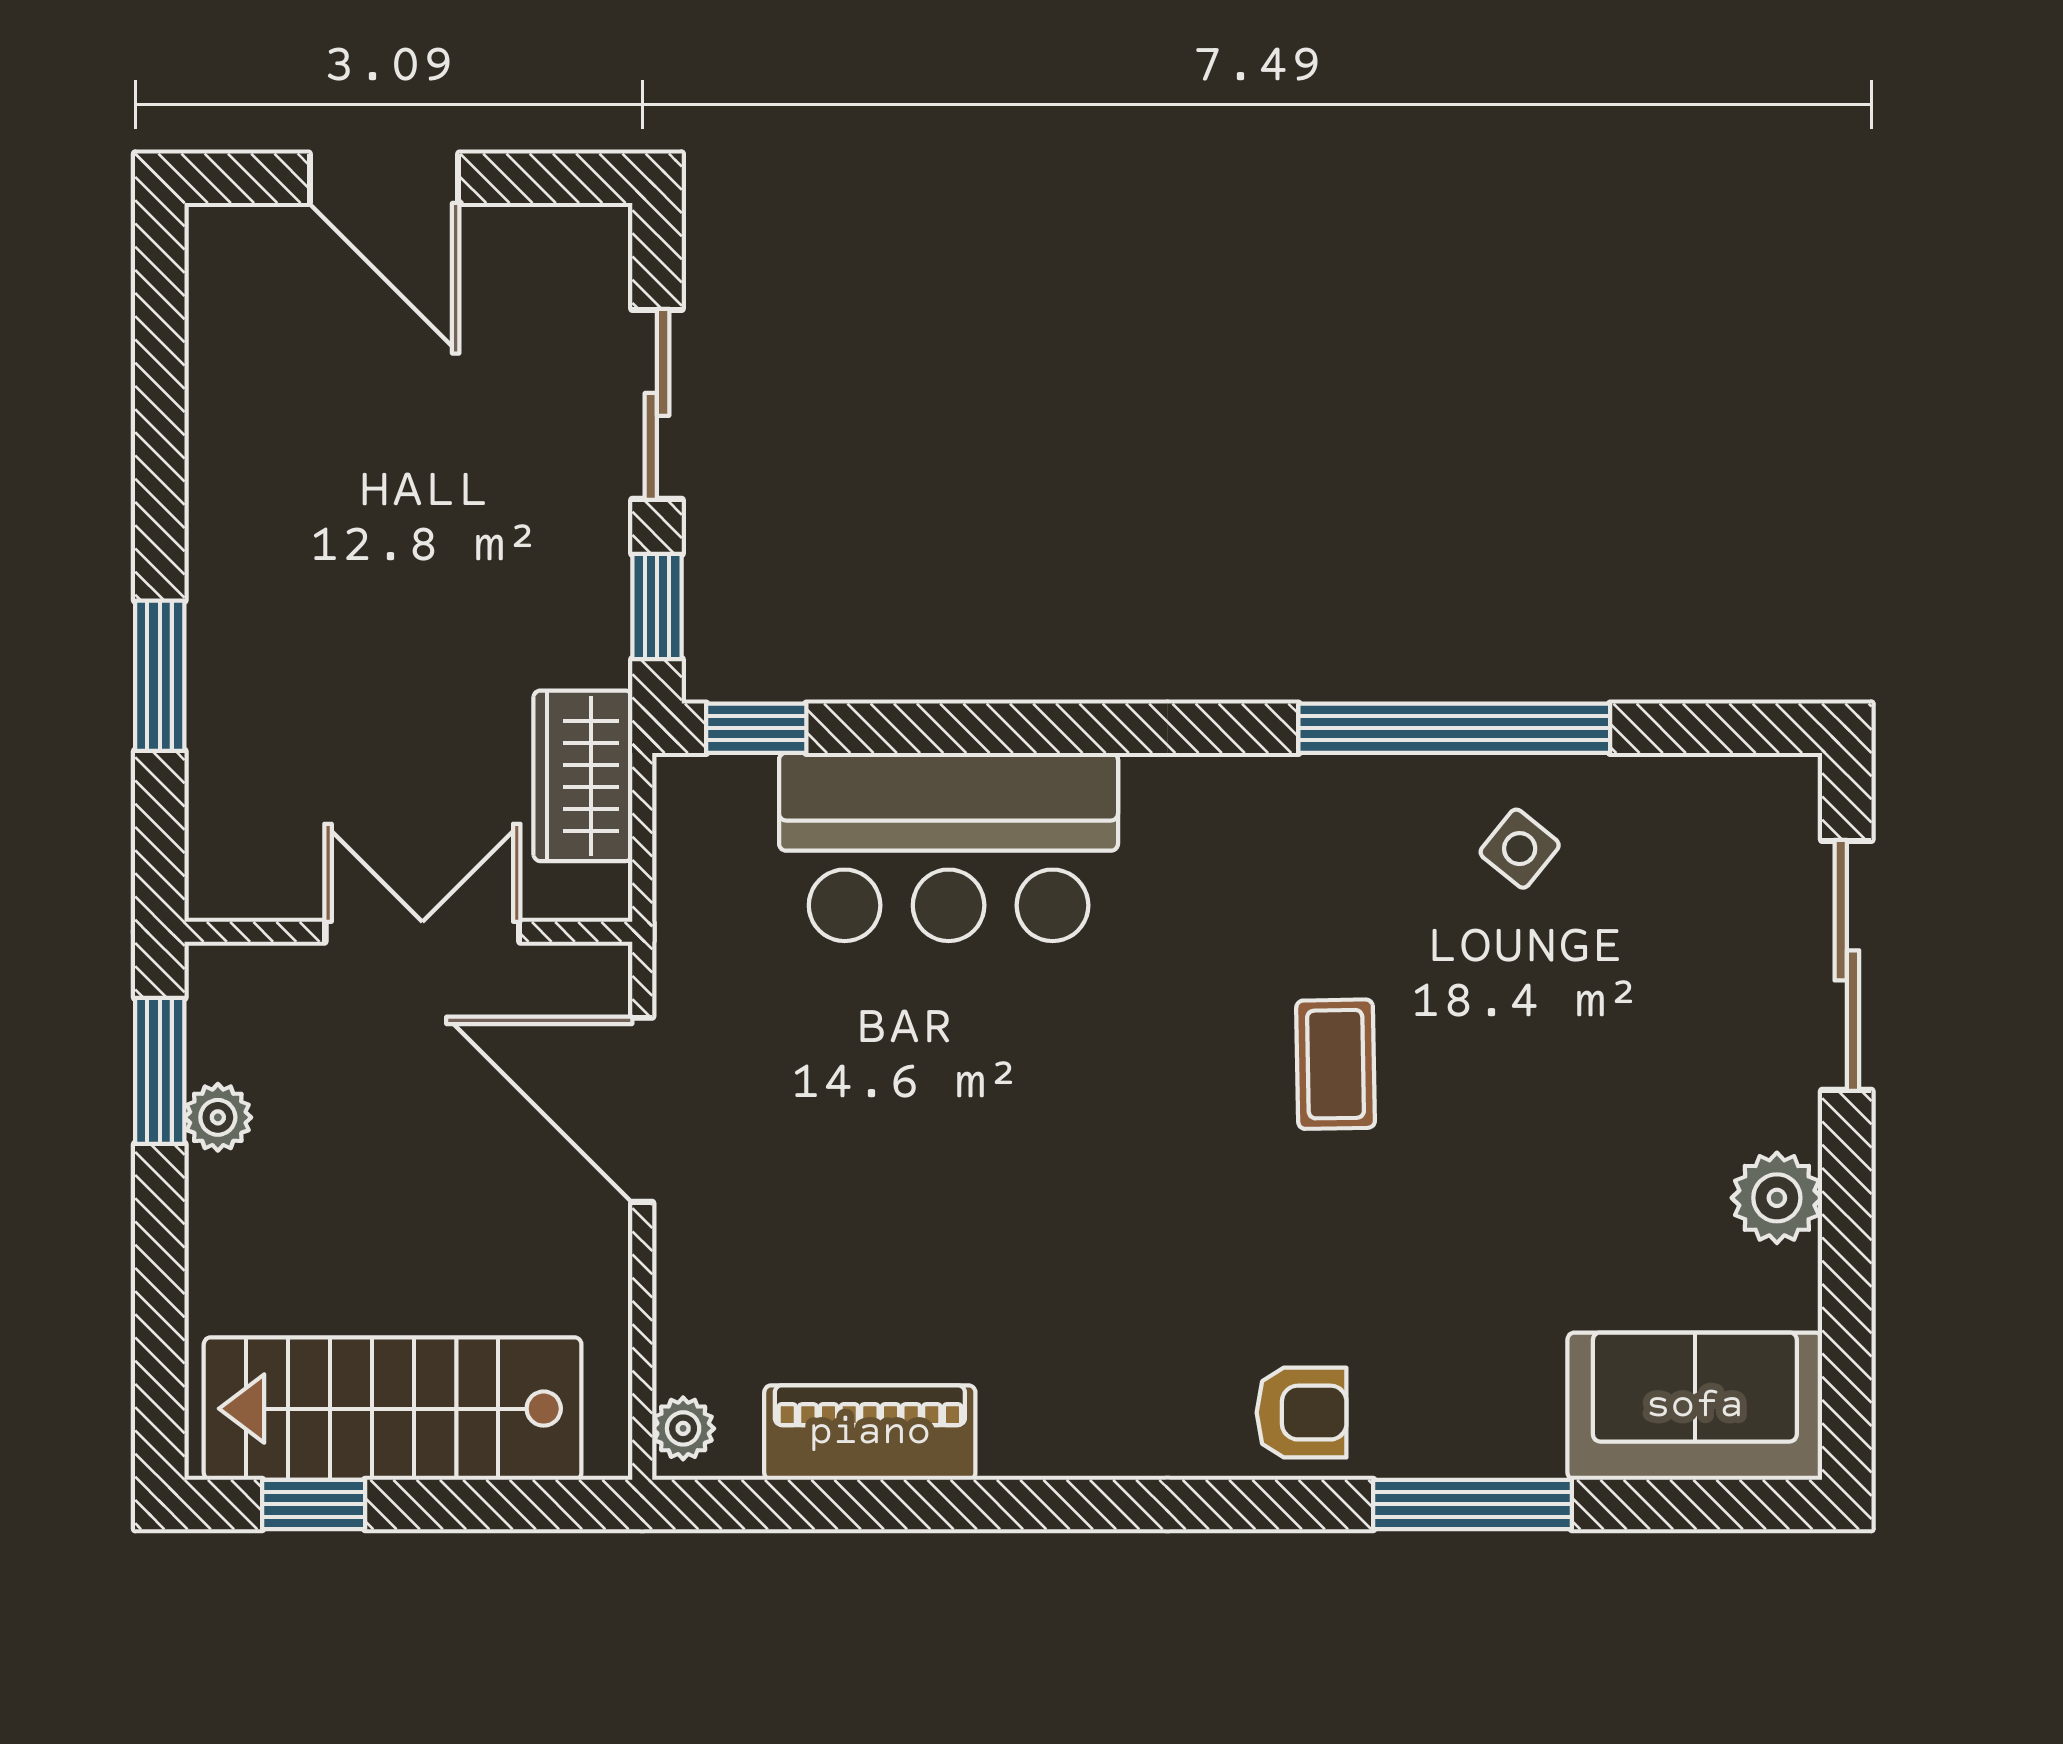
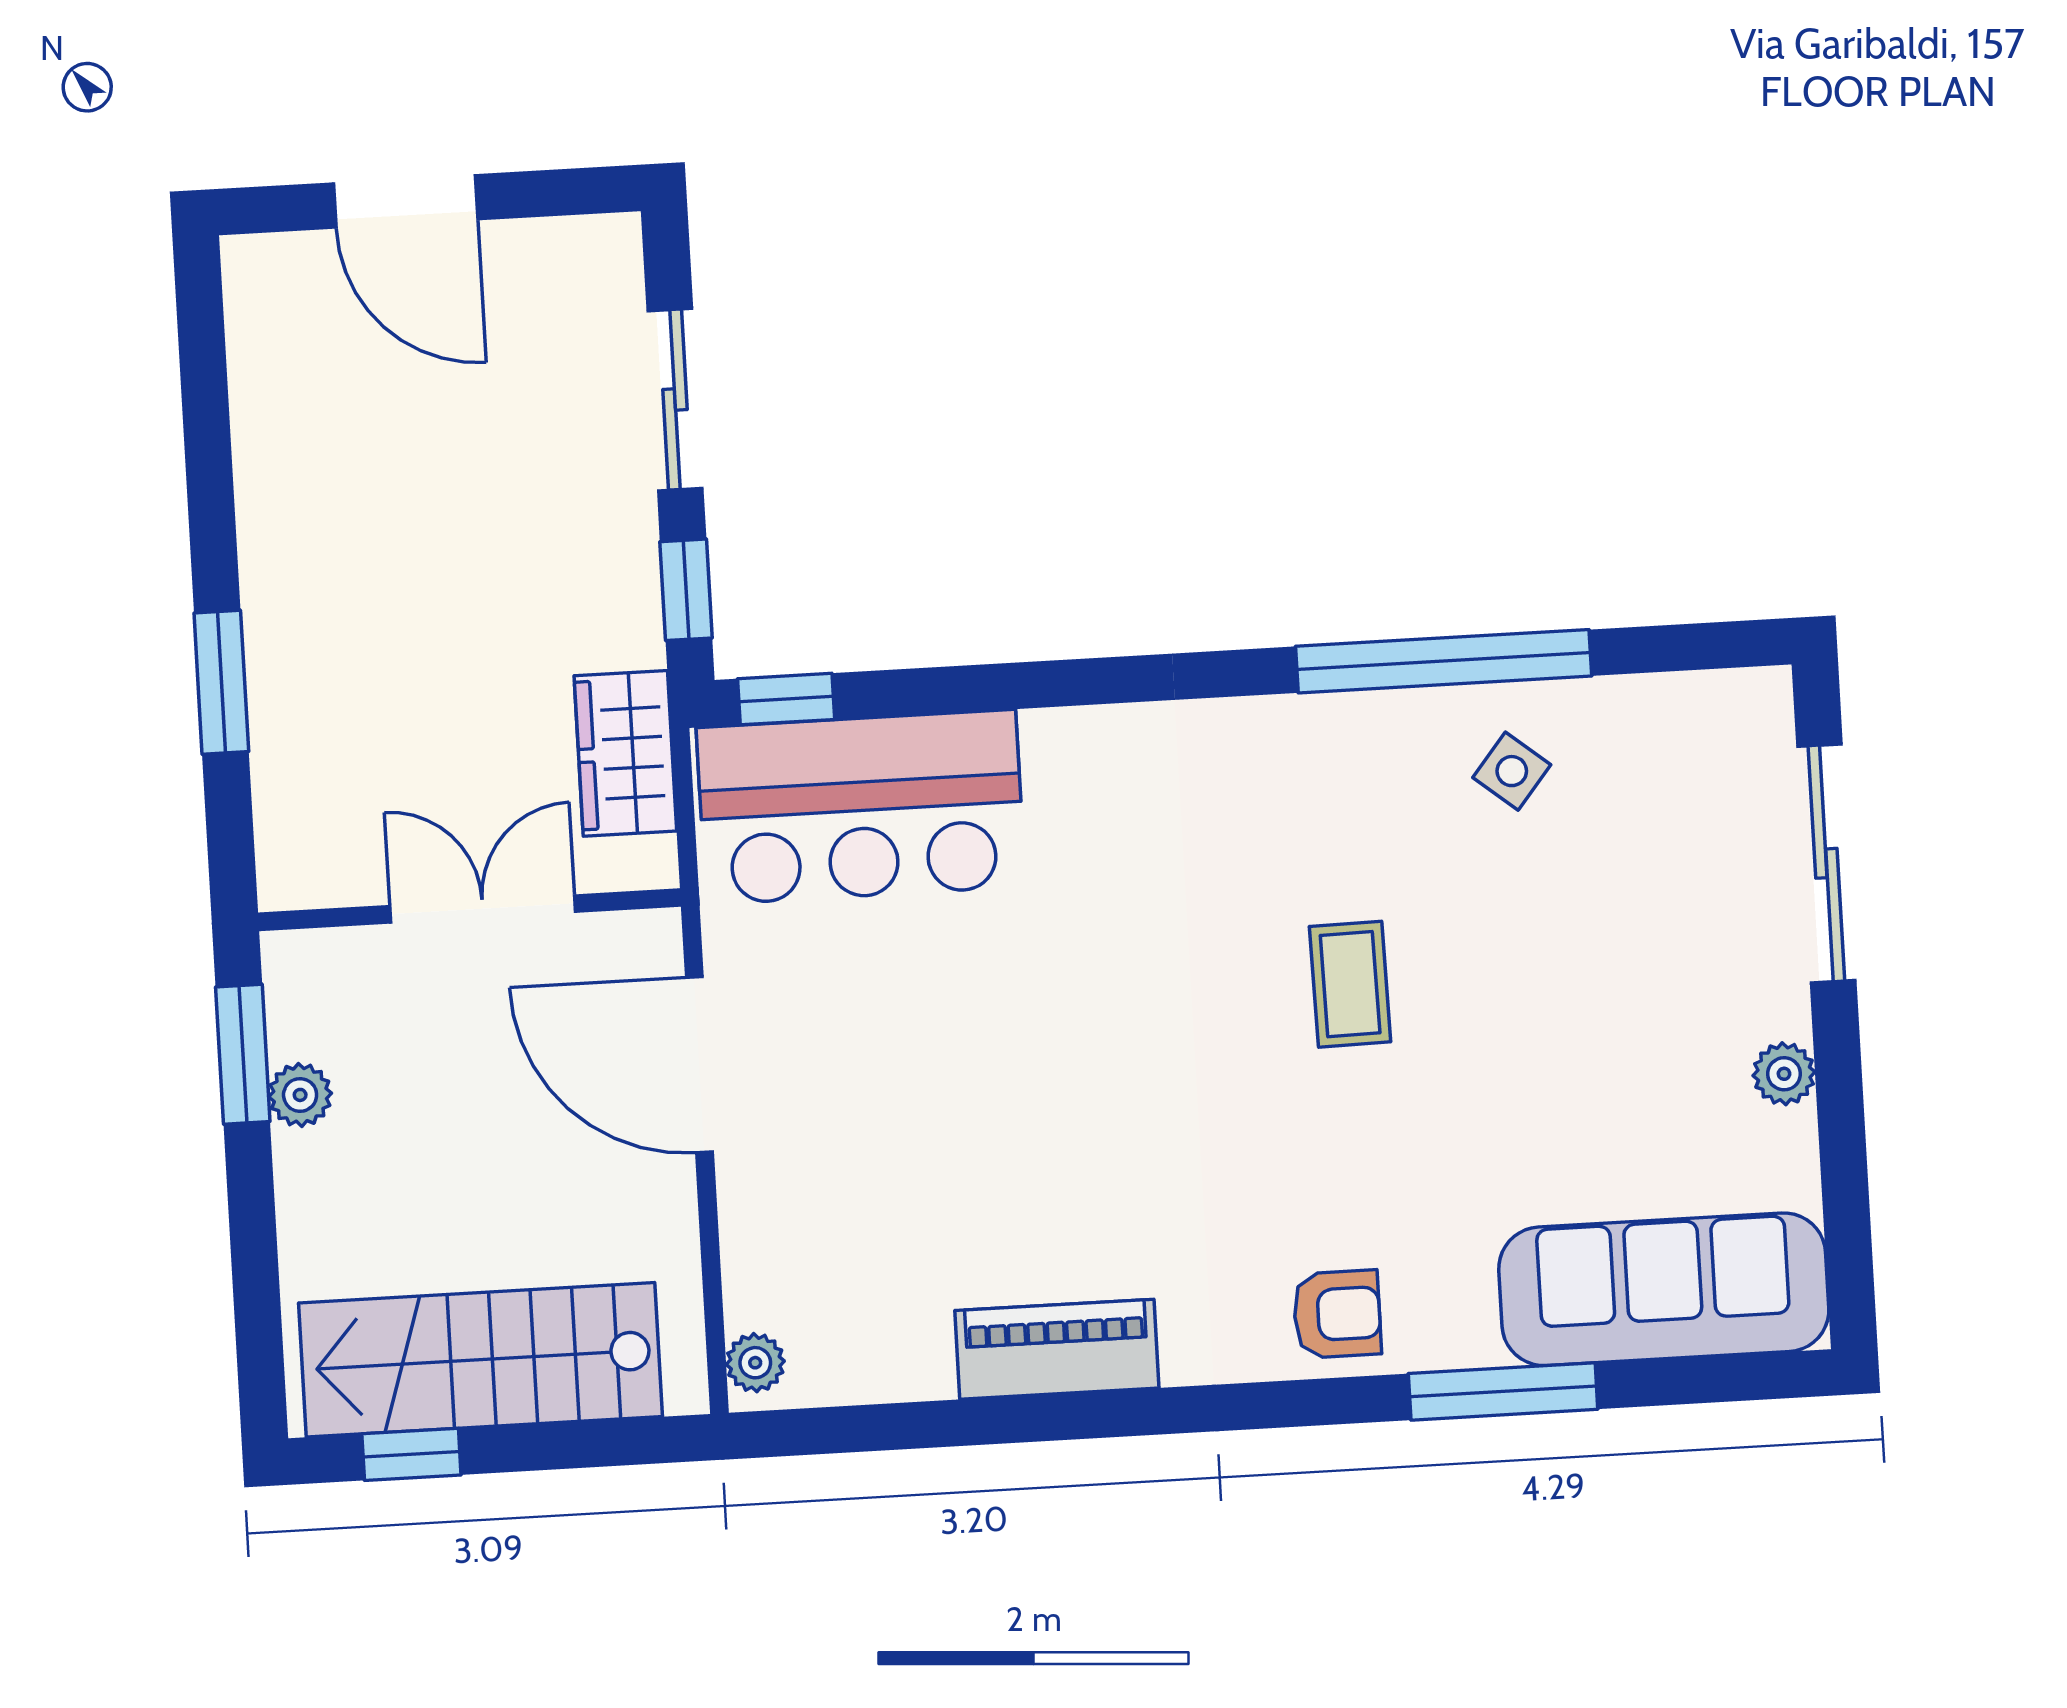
bar counter: (949, 847) -> (861, 807), moved
plant: (1777, 1198) -> (1784, 1074), width x0.73, depth x0.73
sofa: (1695, 1406) -> (1664, 1289), width x1.36
piano: (870, 1433) -> (1057, 1349), moved

